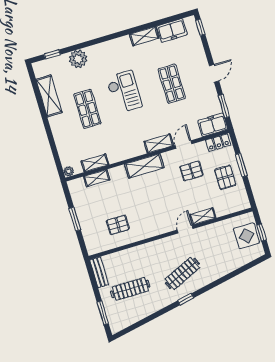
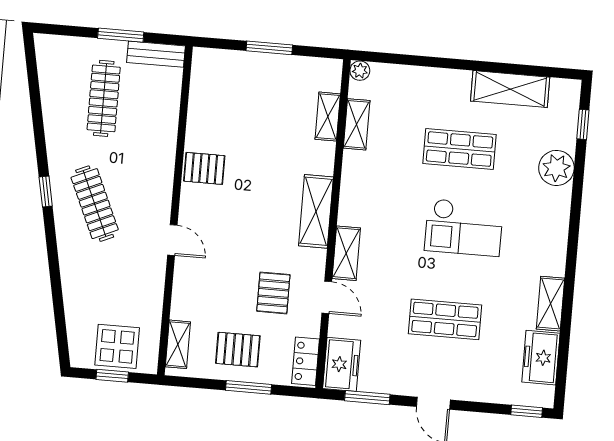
shelving: (203, 216) -> (178, 344), moved
pallet: (118, 225) -> (204, 168), moved, turned 90
window: (103, 313) -> (121, 35), moved

